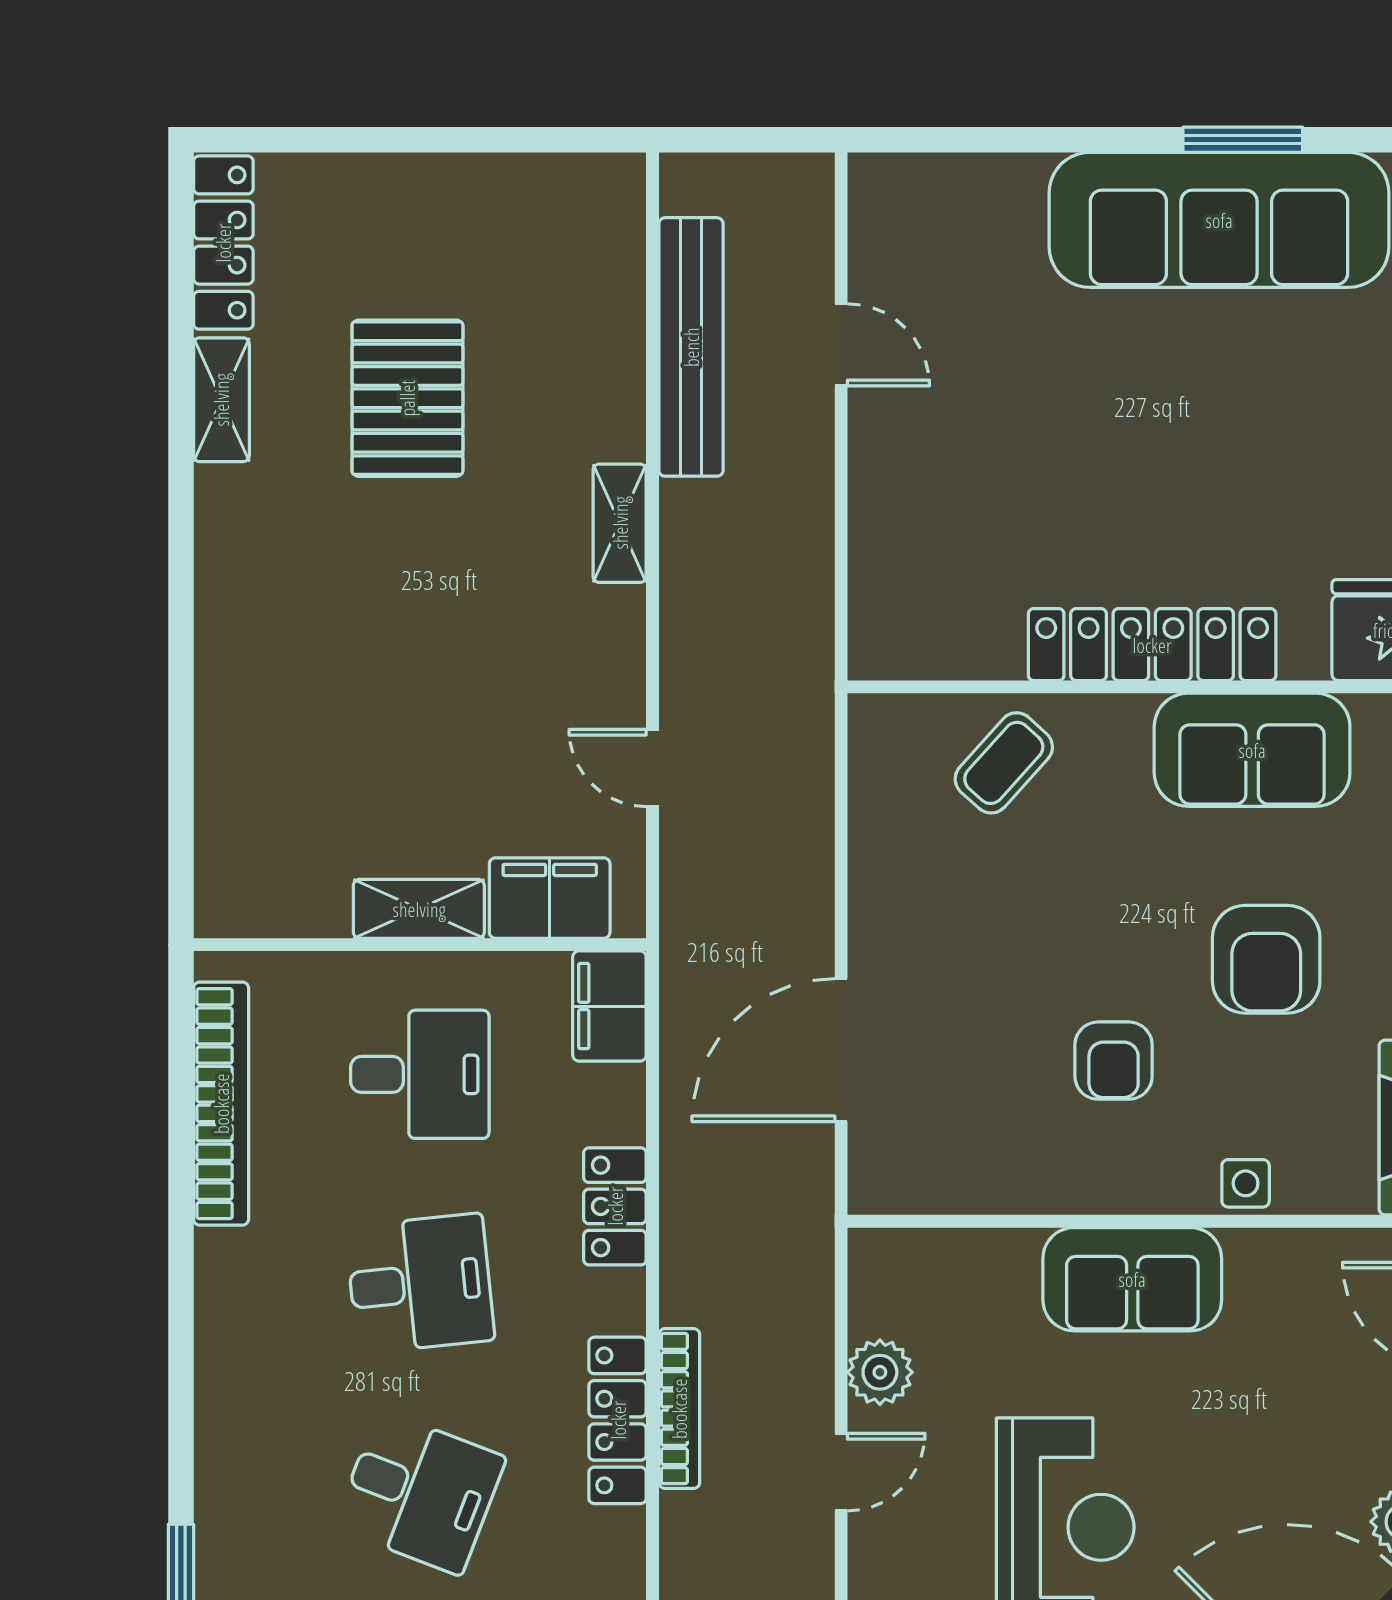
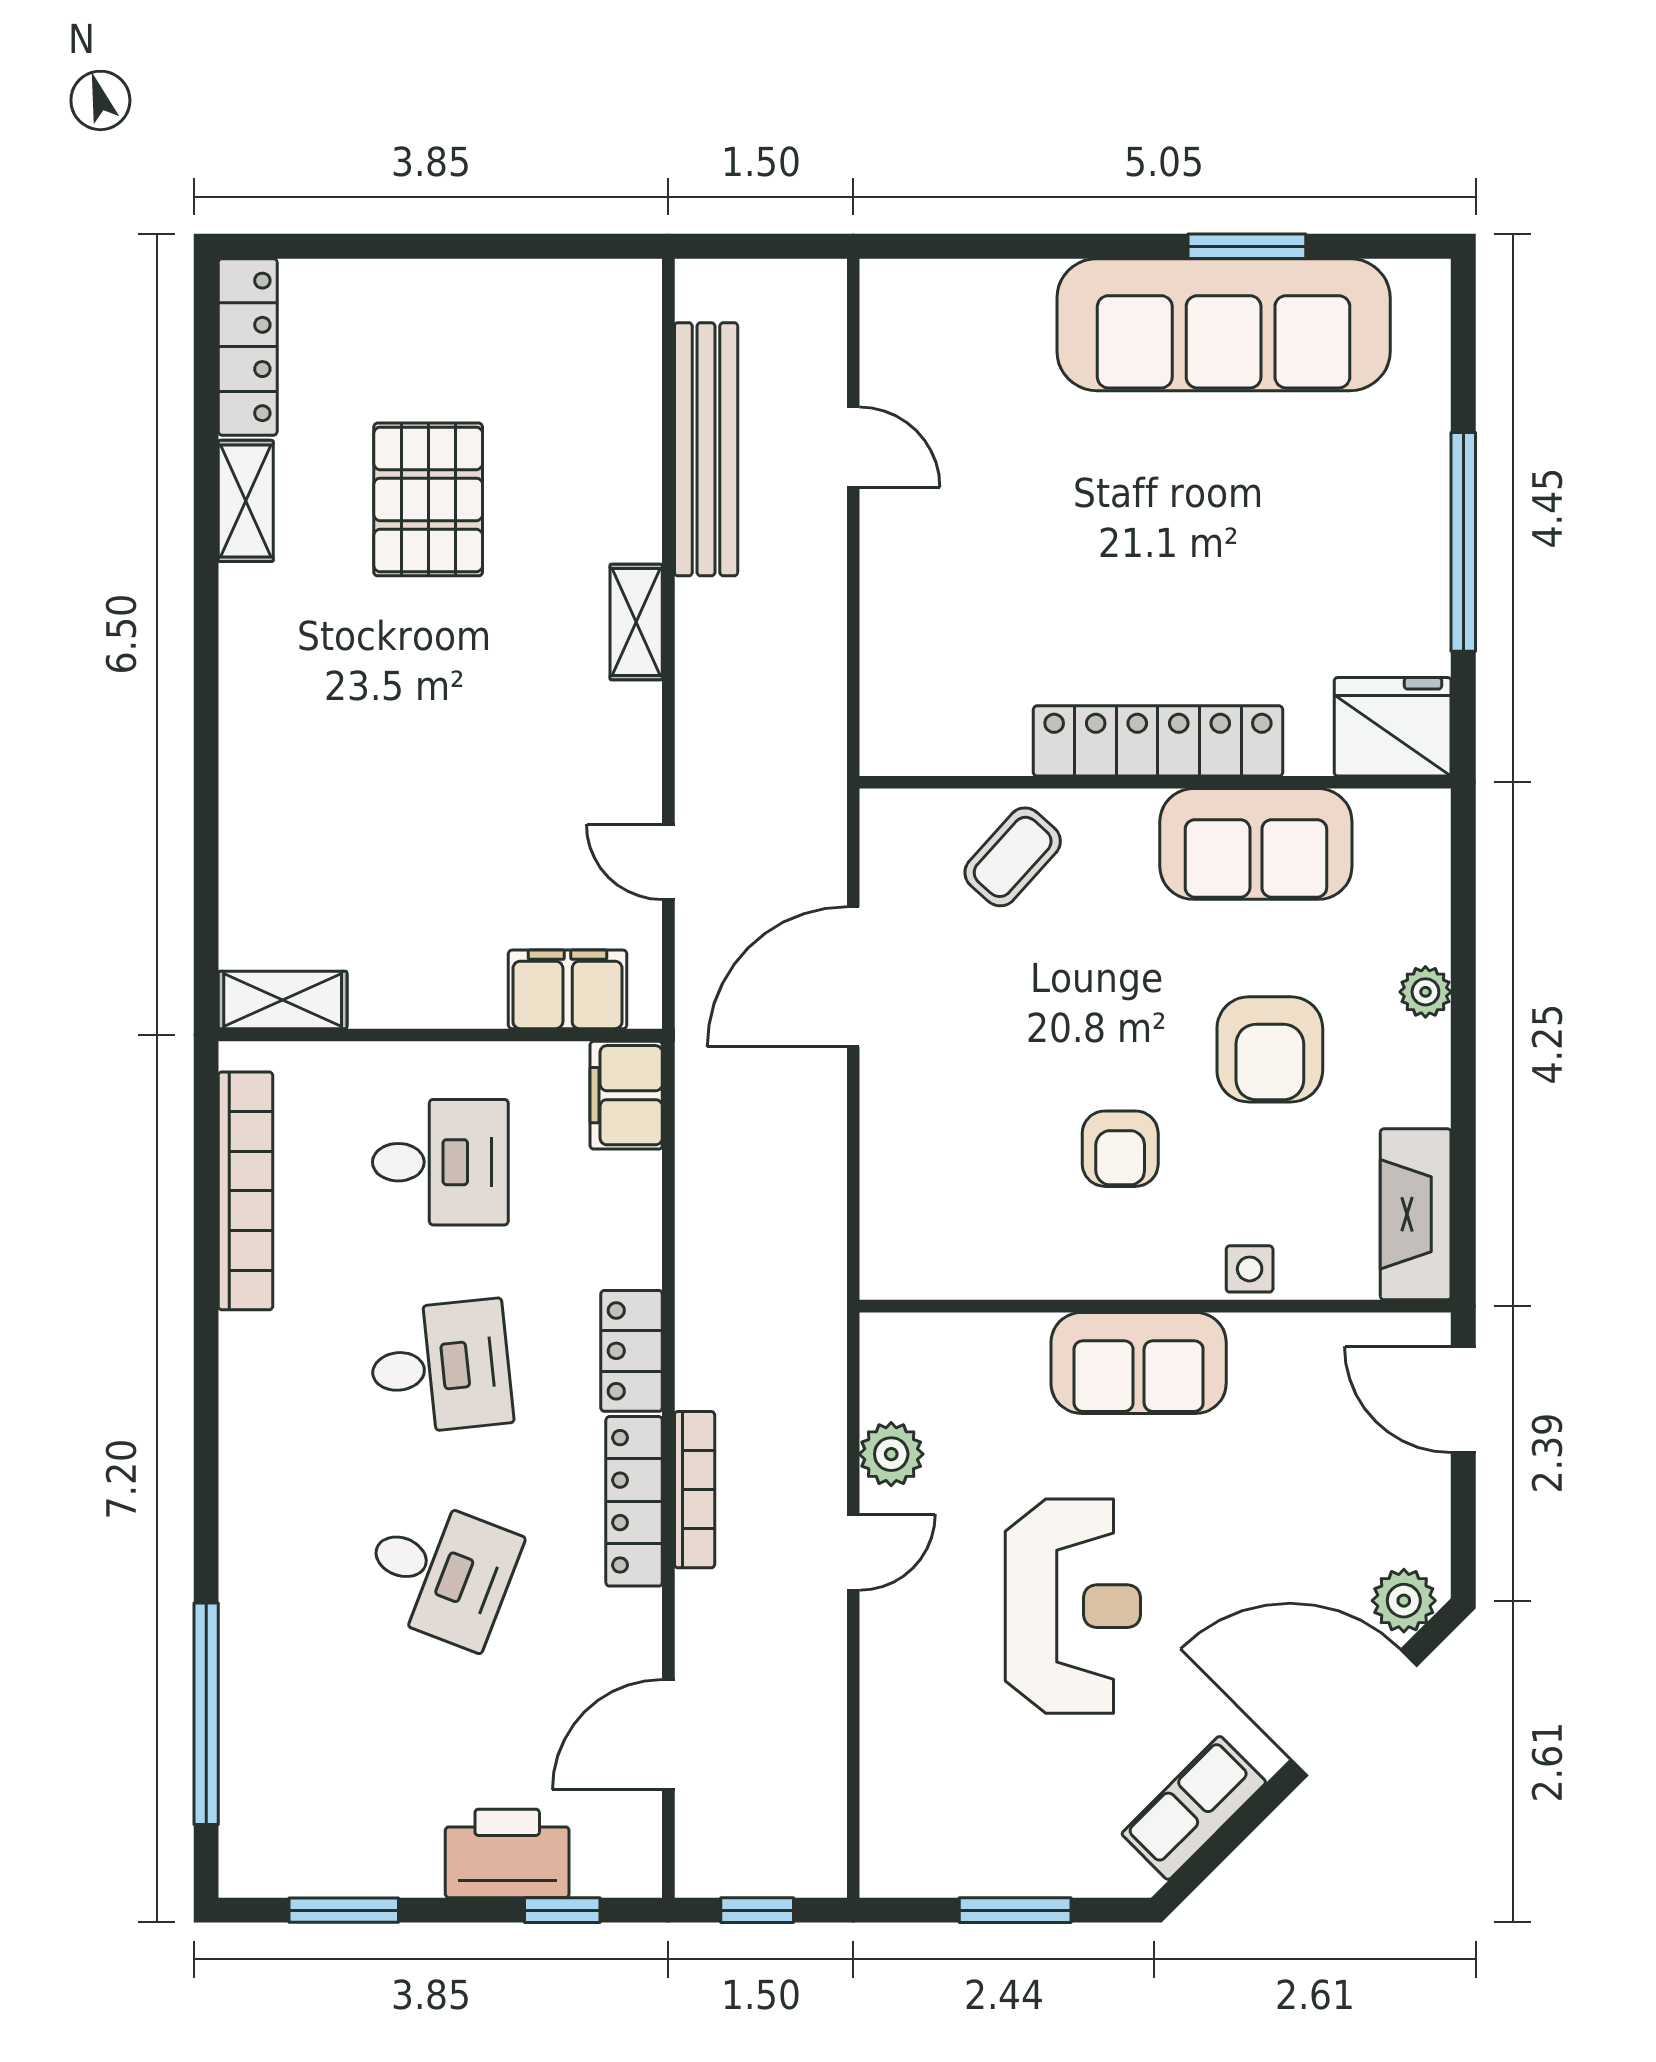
shelving: (419, 909) -> (283, 1000), moved
door: (841, 1050) -> (853, 977), moved
locker: (615, 1206) -> (632, 1351), moved

